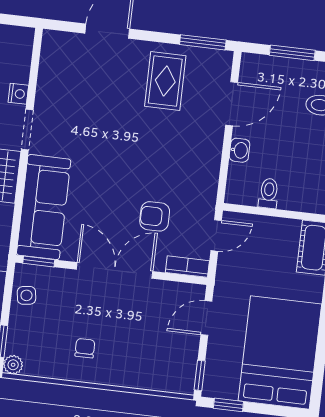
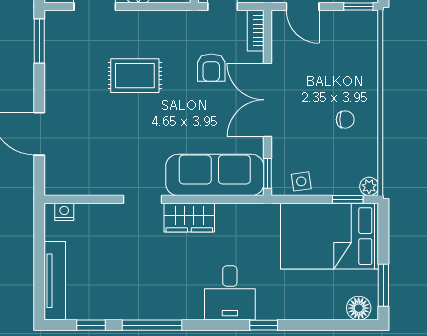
rug: (165, 81) -> (135, 76), moved
nightstand: (18, 94) -> (64, 212), moved
chair: (85, 348) -> (345, 120), turned 180

